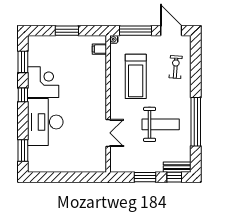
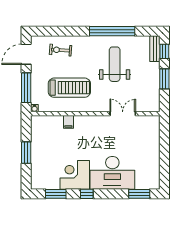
filing cabinet: (99, 49) -> (68, 122), moved

